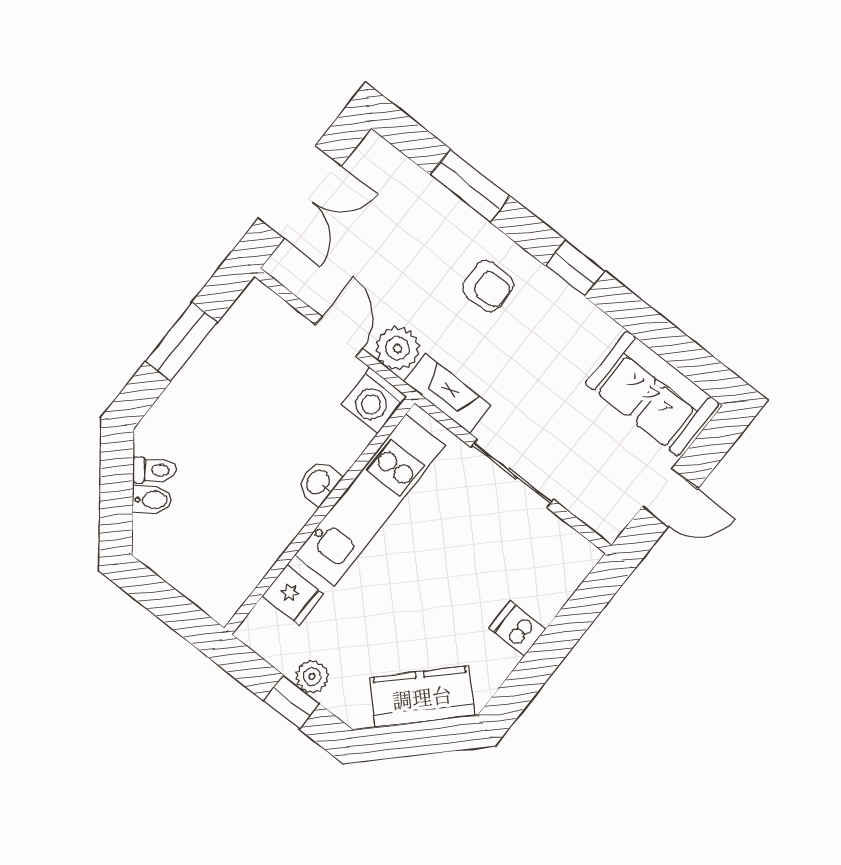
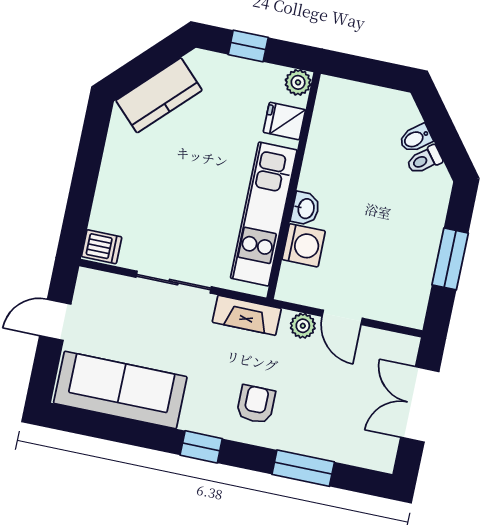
armchair: (488, 286) -> (256, 404), turned 90
plant: (397, 348) -> (303, 326), width x0.73, depth x0.73
sofa: (652, 393) -> (120, 390), width x1.36
washing machine: (374, 401) -> (304, 245), moved, turned 90
dishwasher: (517, 628) -> (102, 247), moved
plant: (312, 677) -> (298, 82), moved

